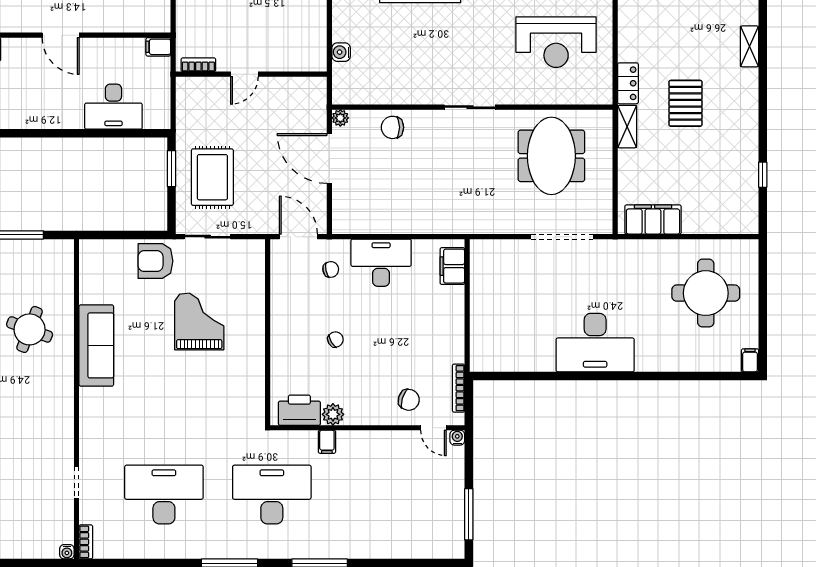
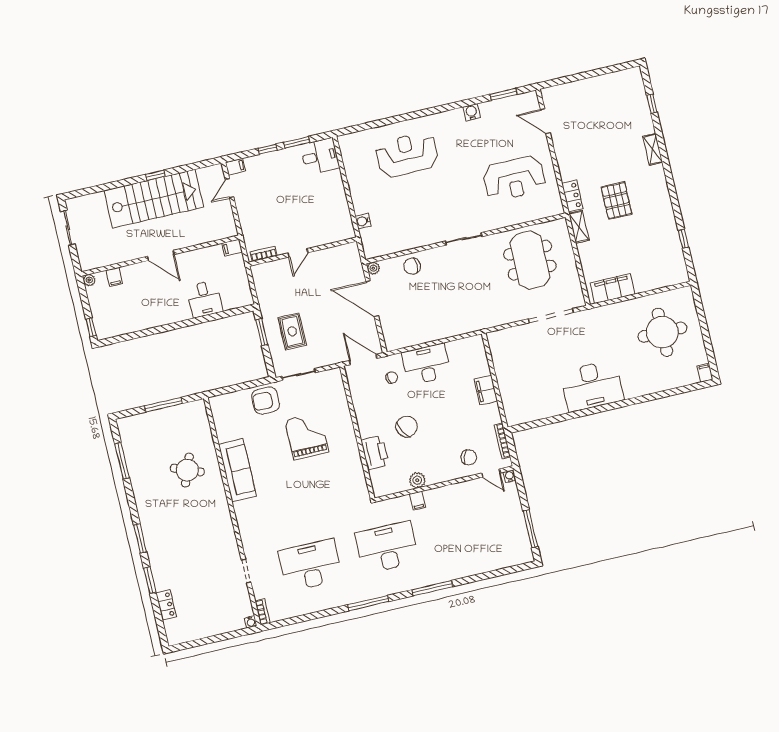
desk: (113, 107) -> (205, 299), width x0.73
rug: (212, 177) -> (292, 331), width x0.73, depth x0.70
filing cabinet: (452, 266) -> (486, 390), moved
chair: (335, 340) -> (407, 427), width x1.87, depth x1.87
printer: (299, 410) -> (375, 453), moved, turned 90

